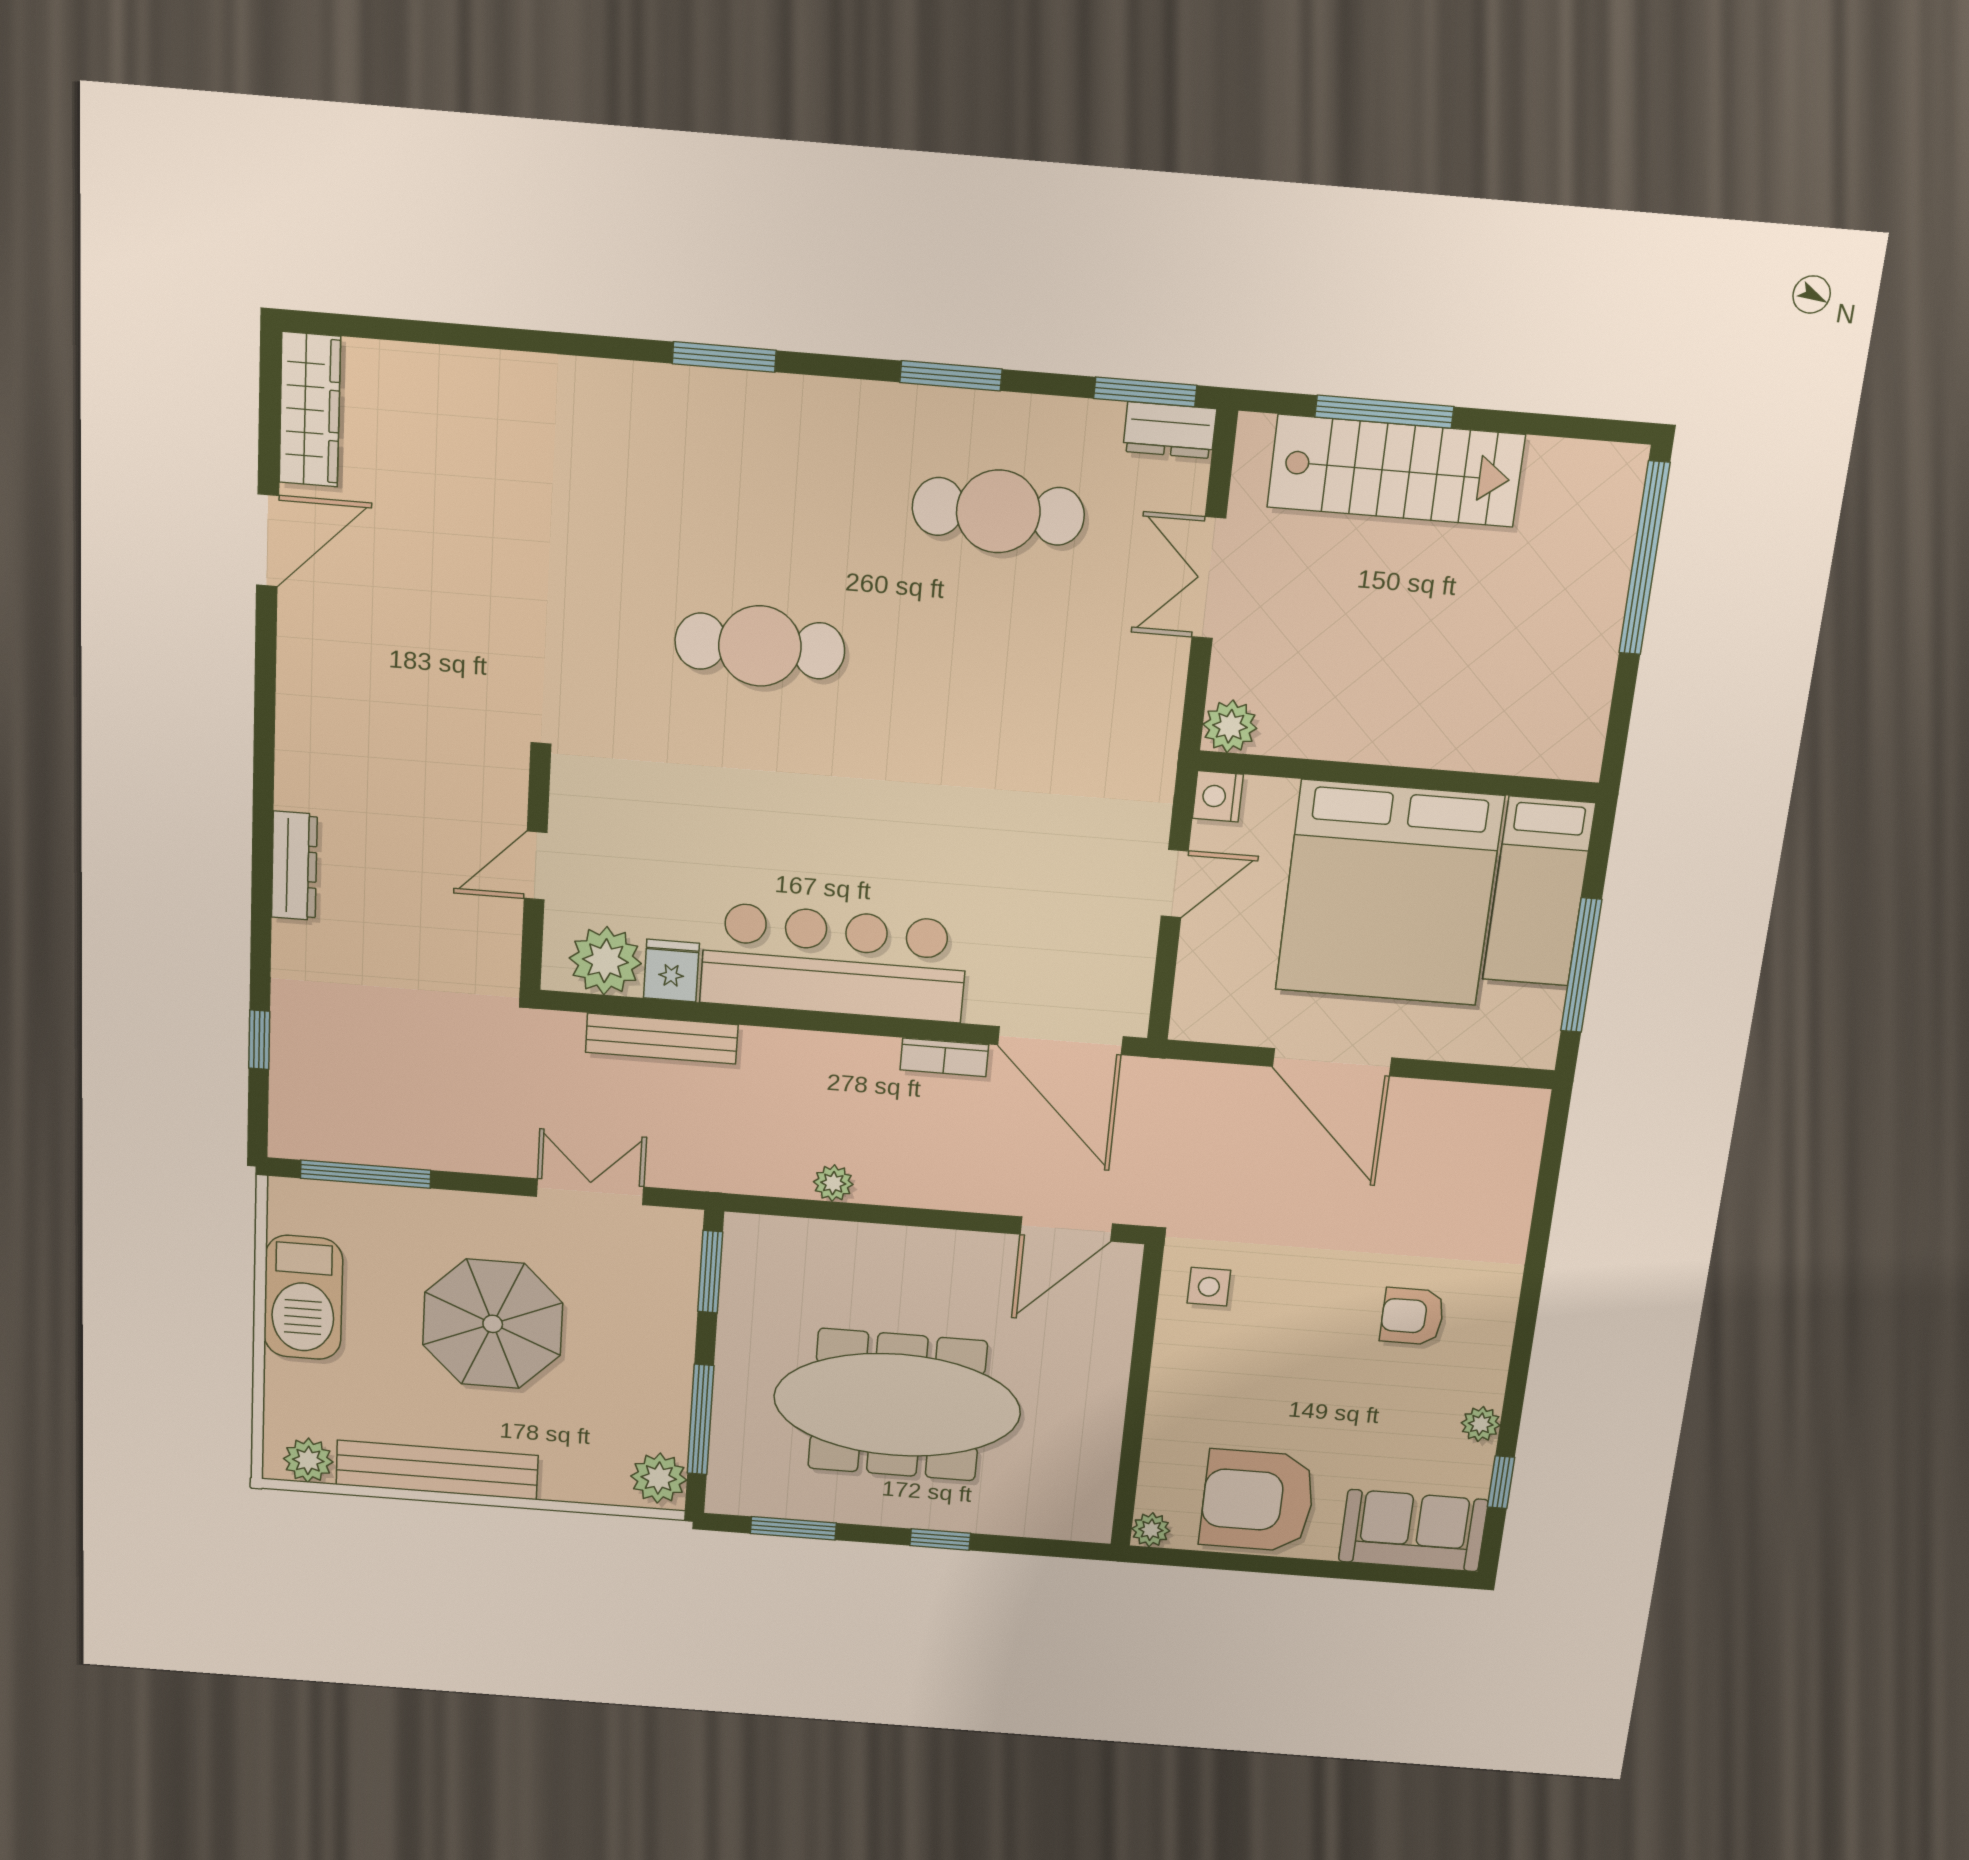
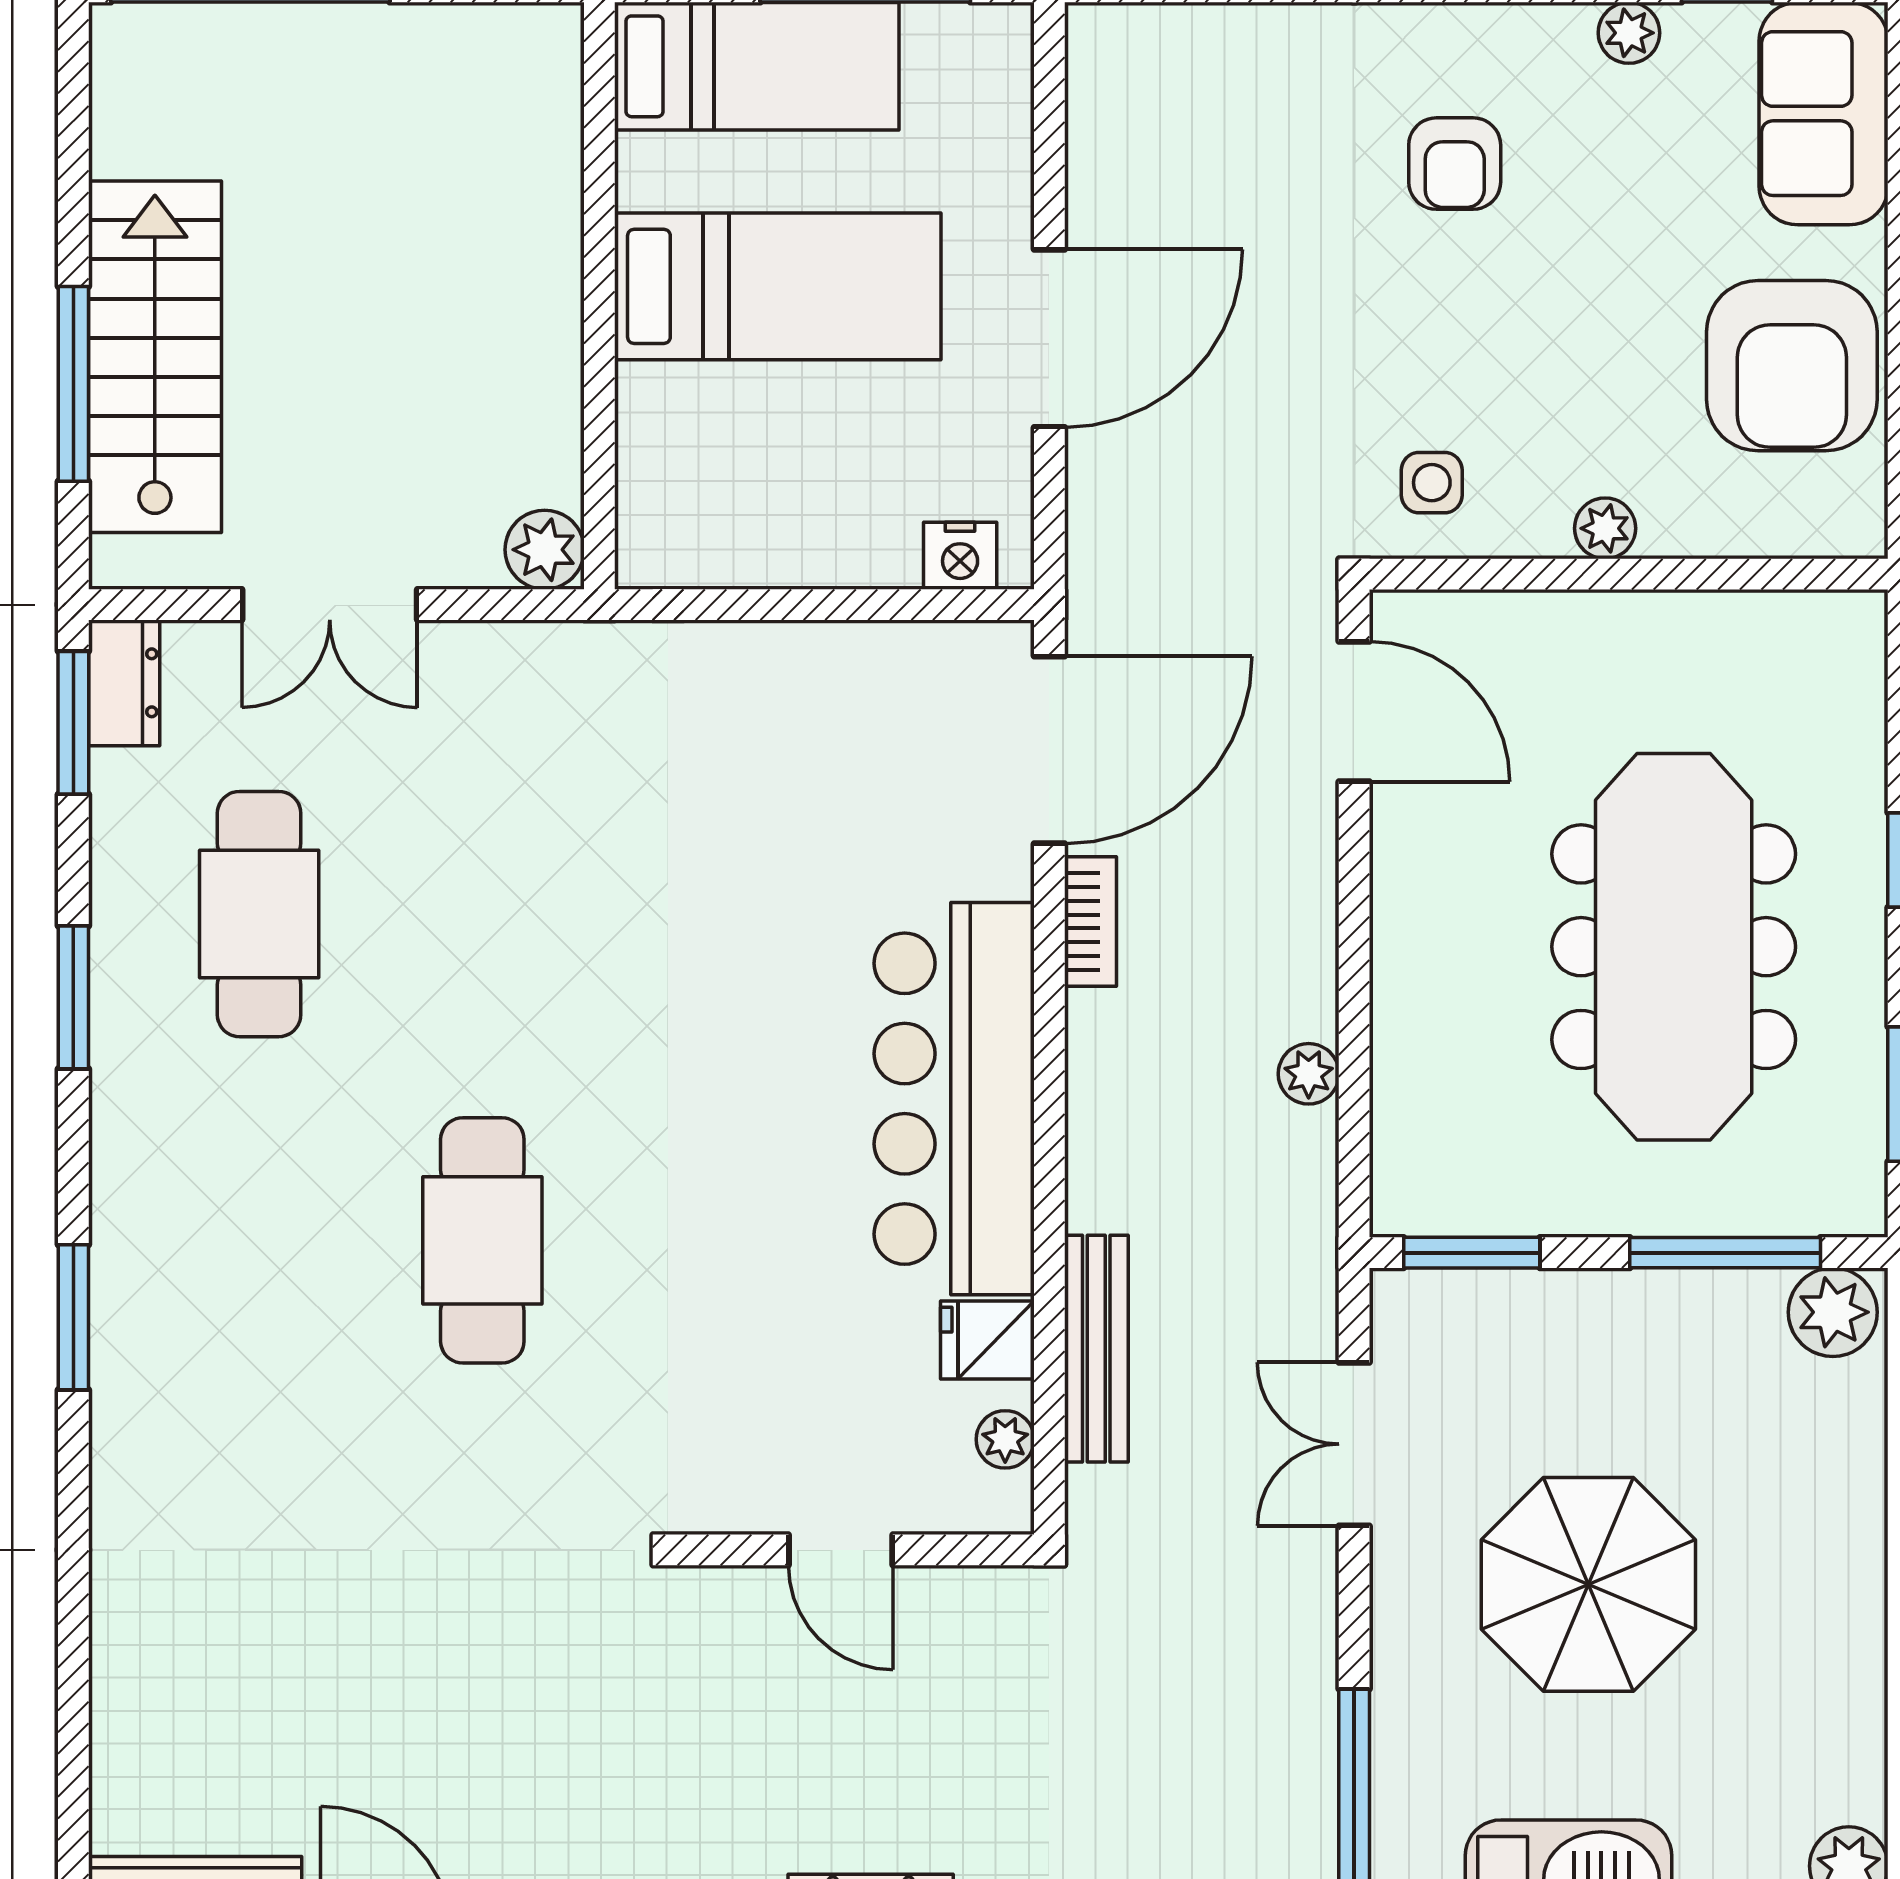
nightstand: (1218, 796) -> (960, 556), moved
door: (1175, 883) -> (789, 605), removed
bed: (1389, 893) -> (778, 286), width x0.49
plant: (605, 961) -> (1005, 1439), width x0.53, depth x0.53
bench: (437, 1470) -> (1849, 1662), removed
plant: (1151, 1530) -> (1605, 528), moved

